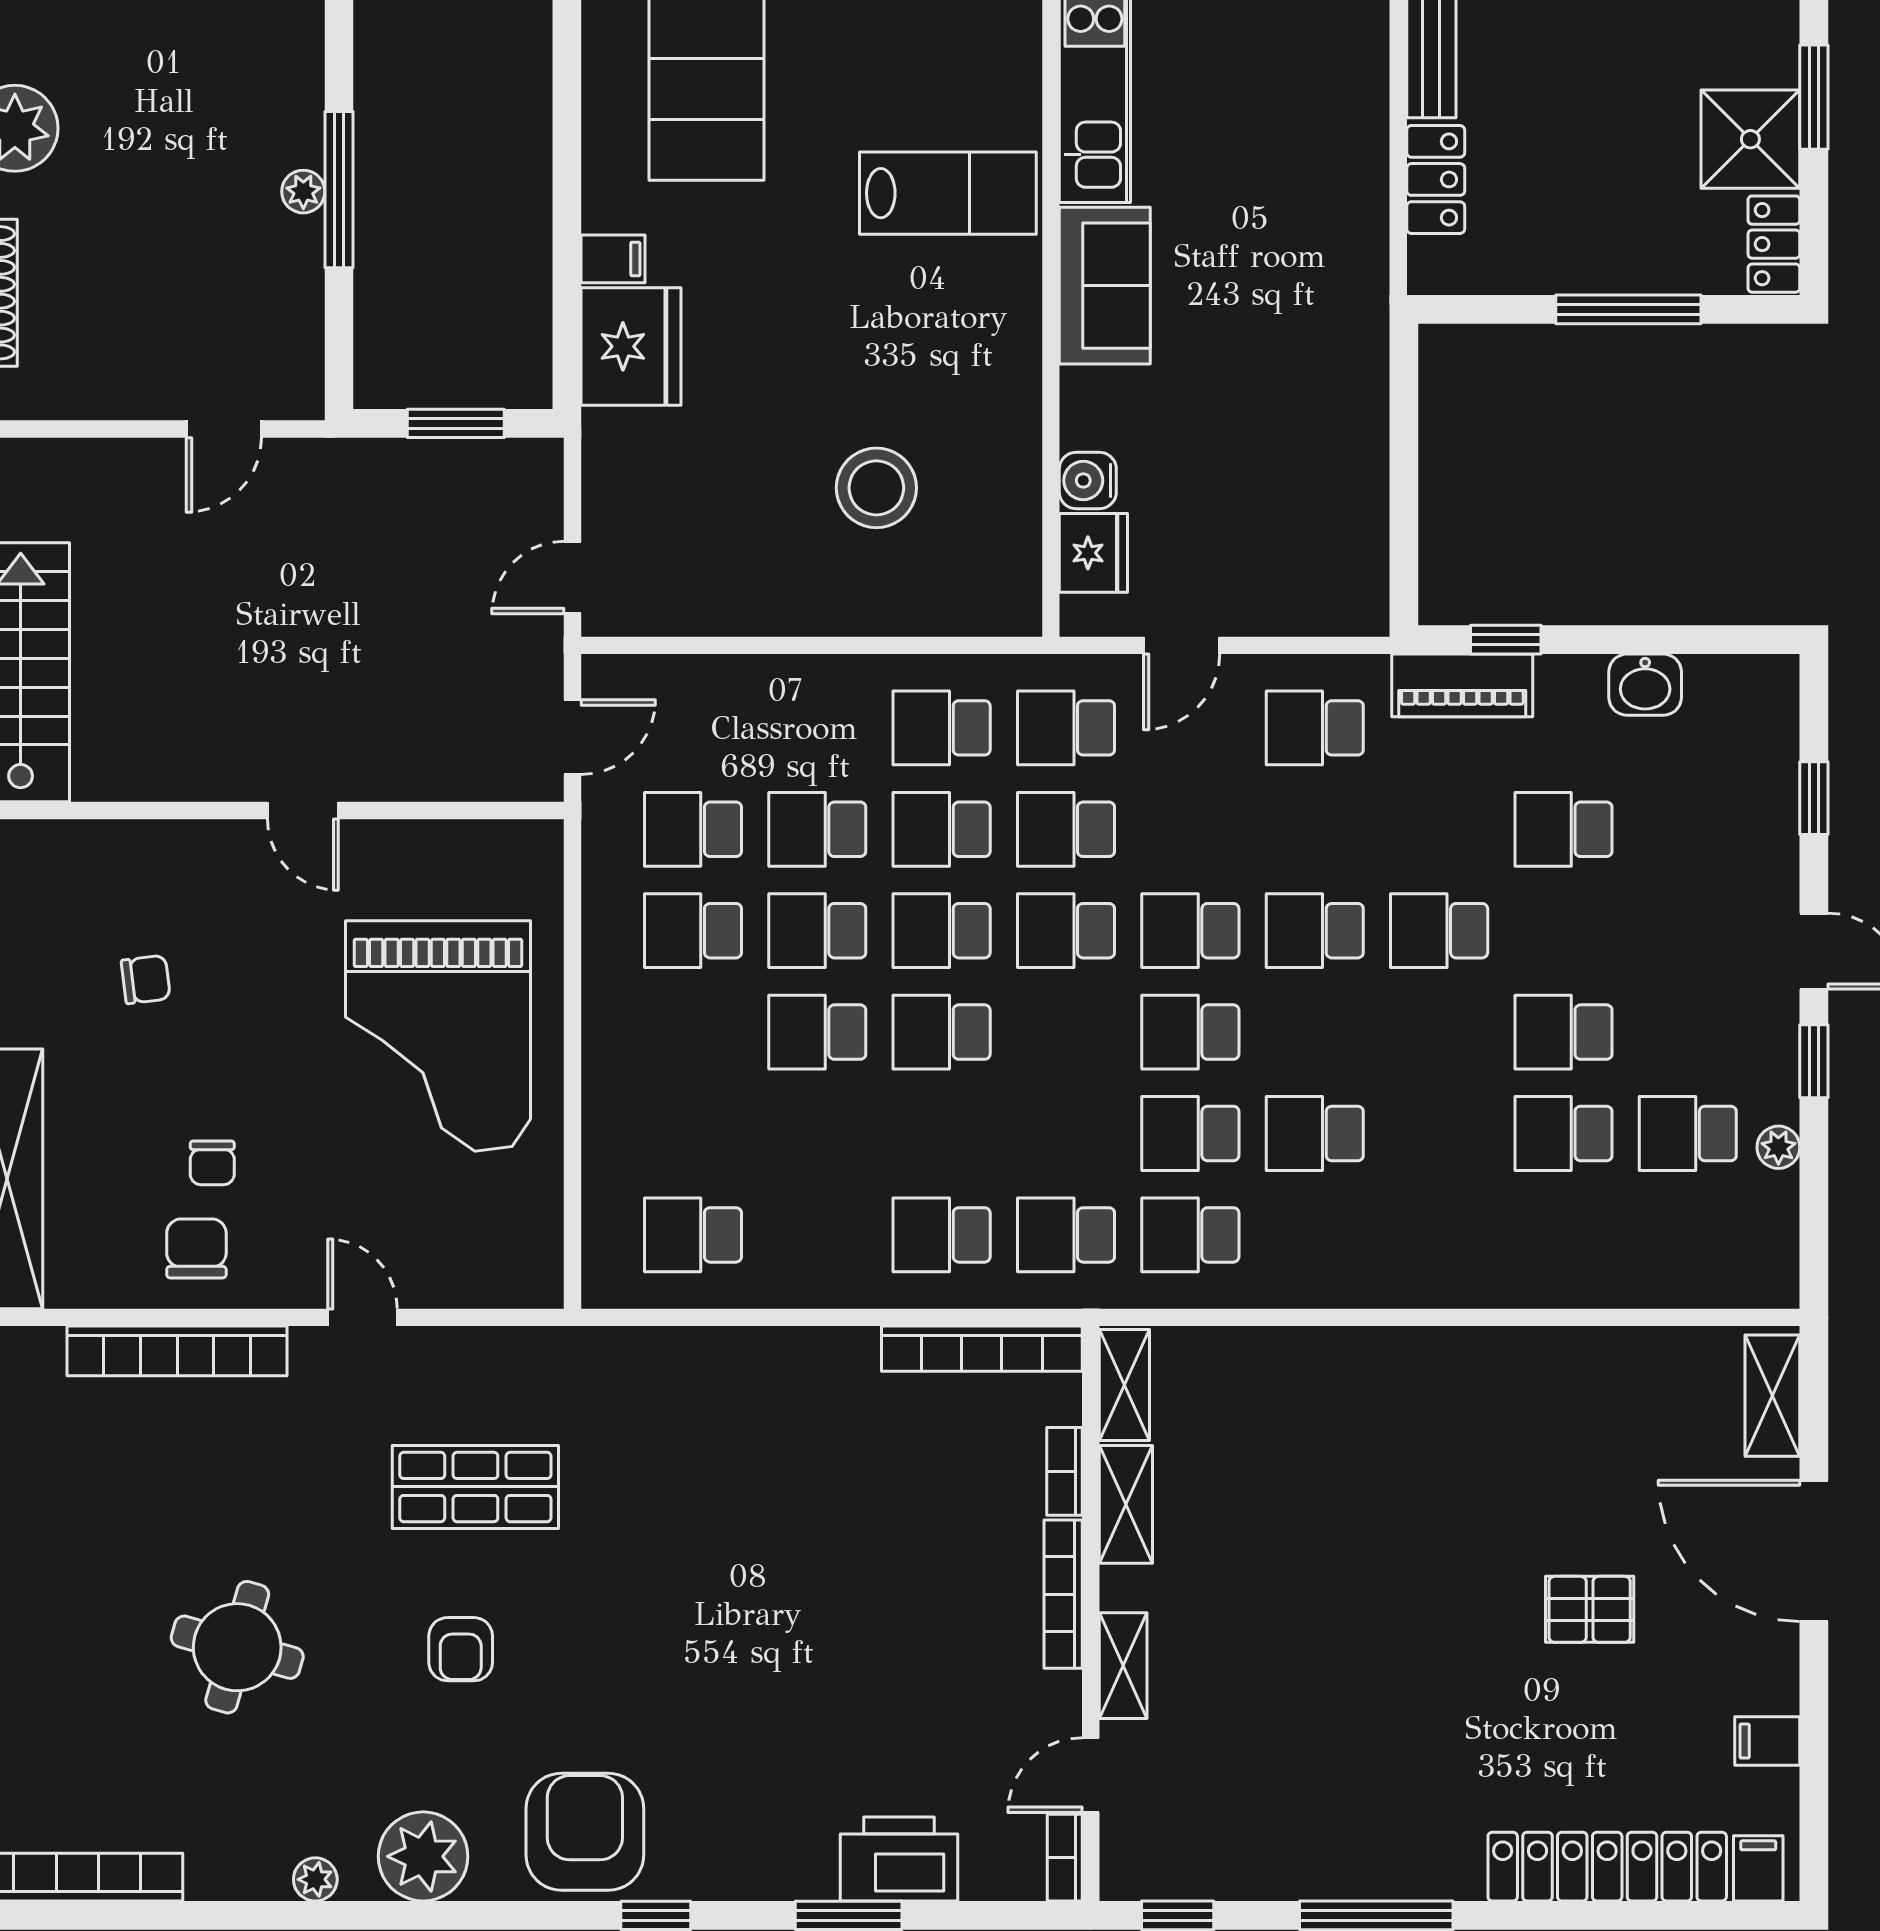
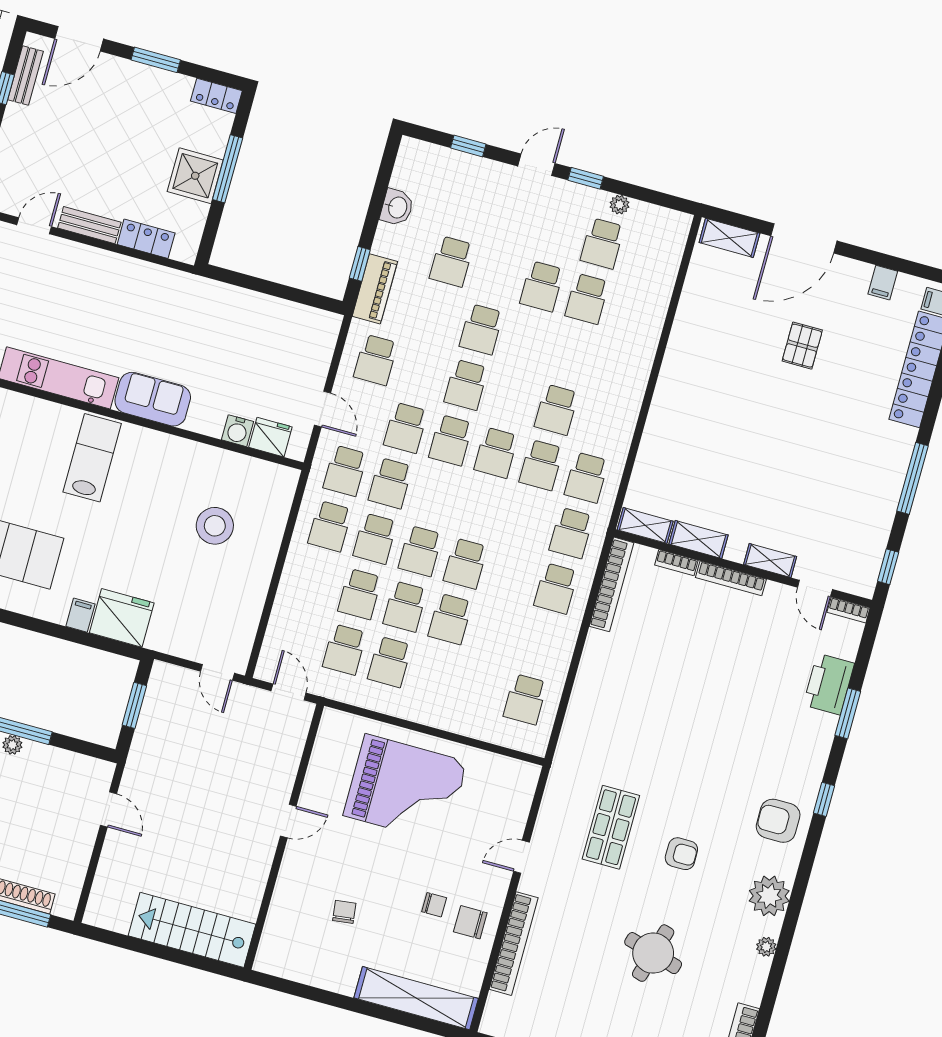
shower: (1750, 139) -> (195, 176), moved
school desk: (1066, 931) -> (406, 428), moved
armchair: (585, 1832) -> (778, 821), width x0.73, depth x0.73

